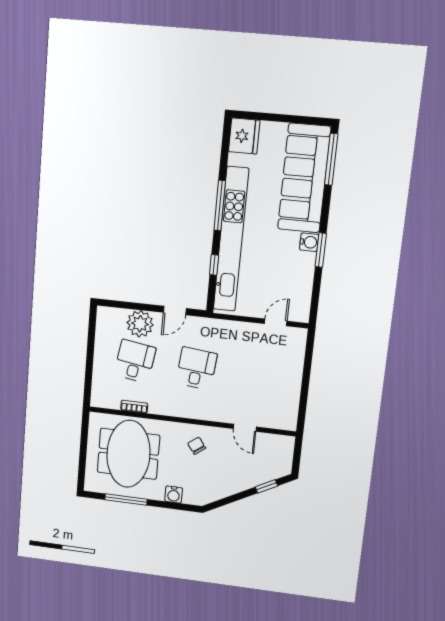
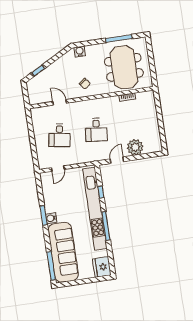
desk: (135, 361) -> (59, 135), moved
water cooler: (174, 495) -> (80, 52), moved

